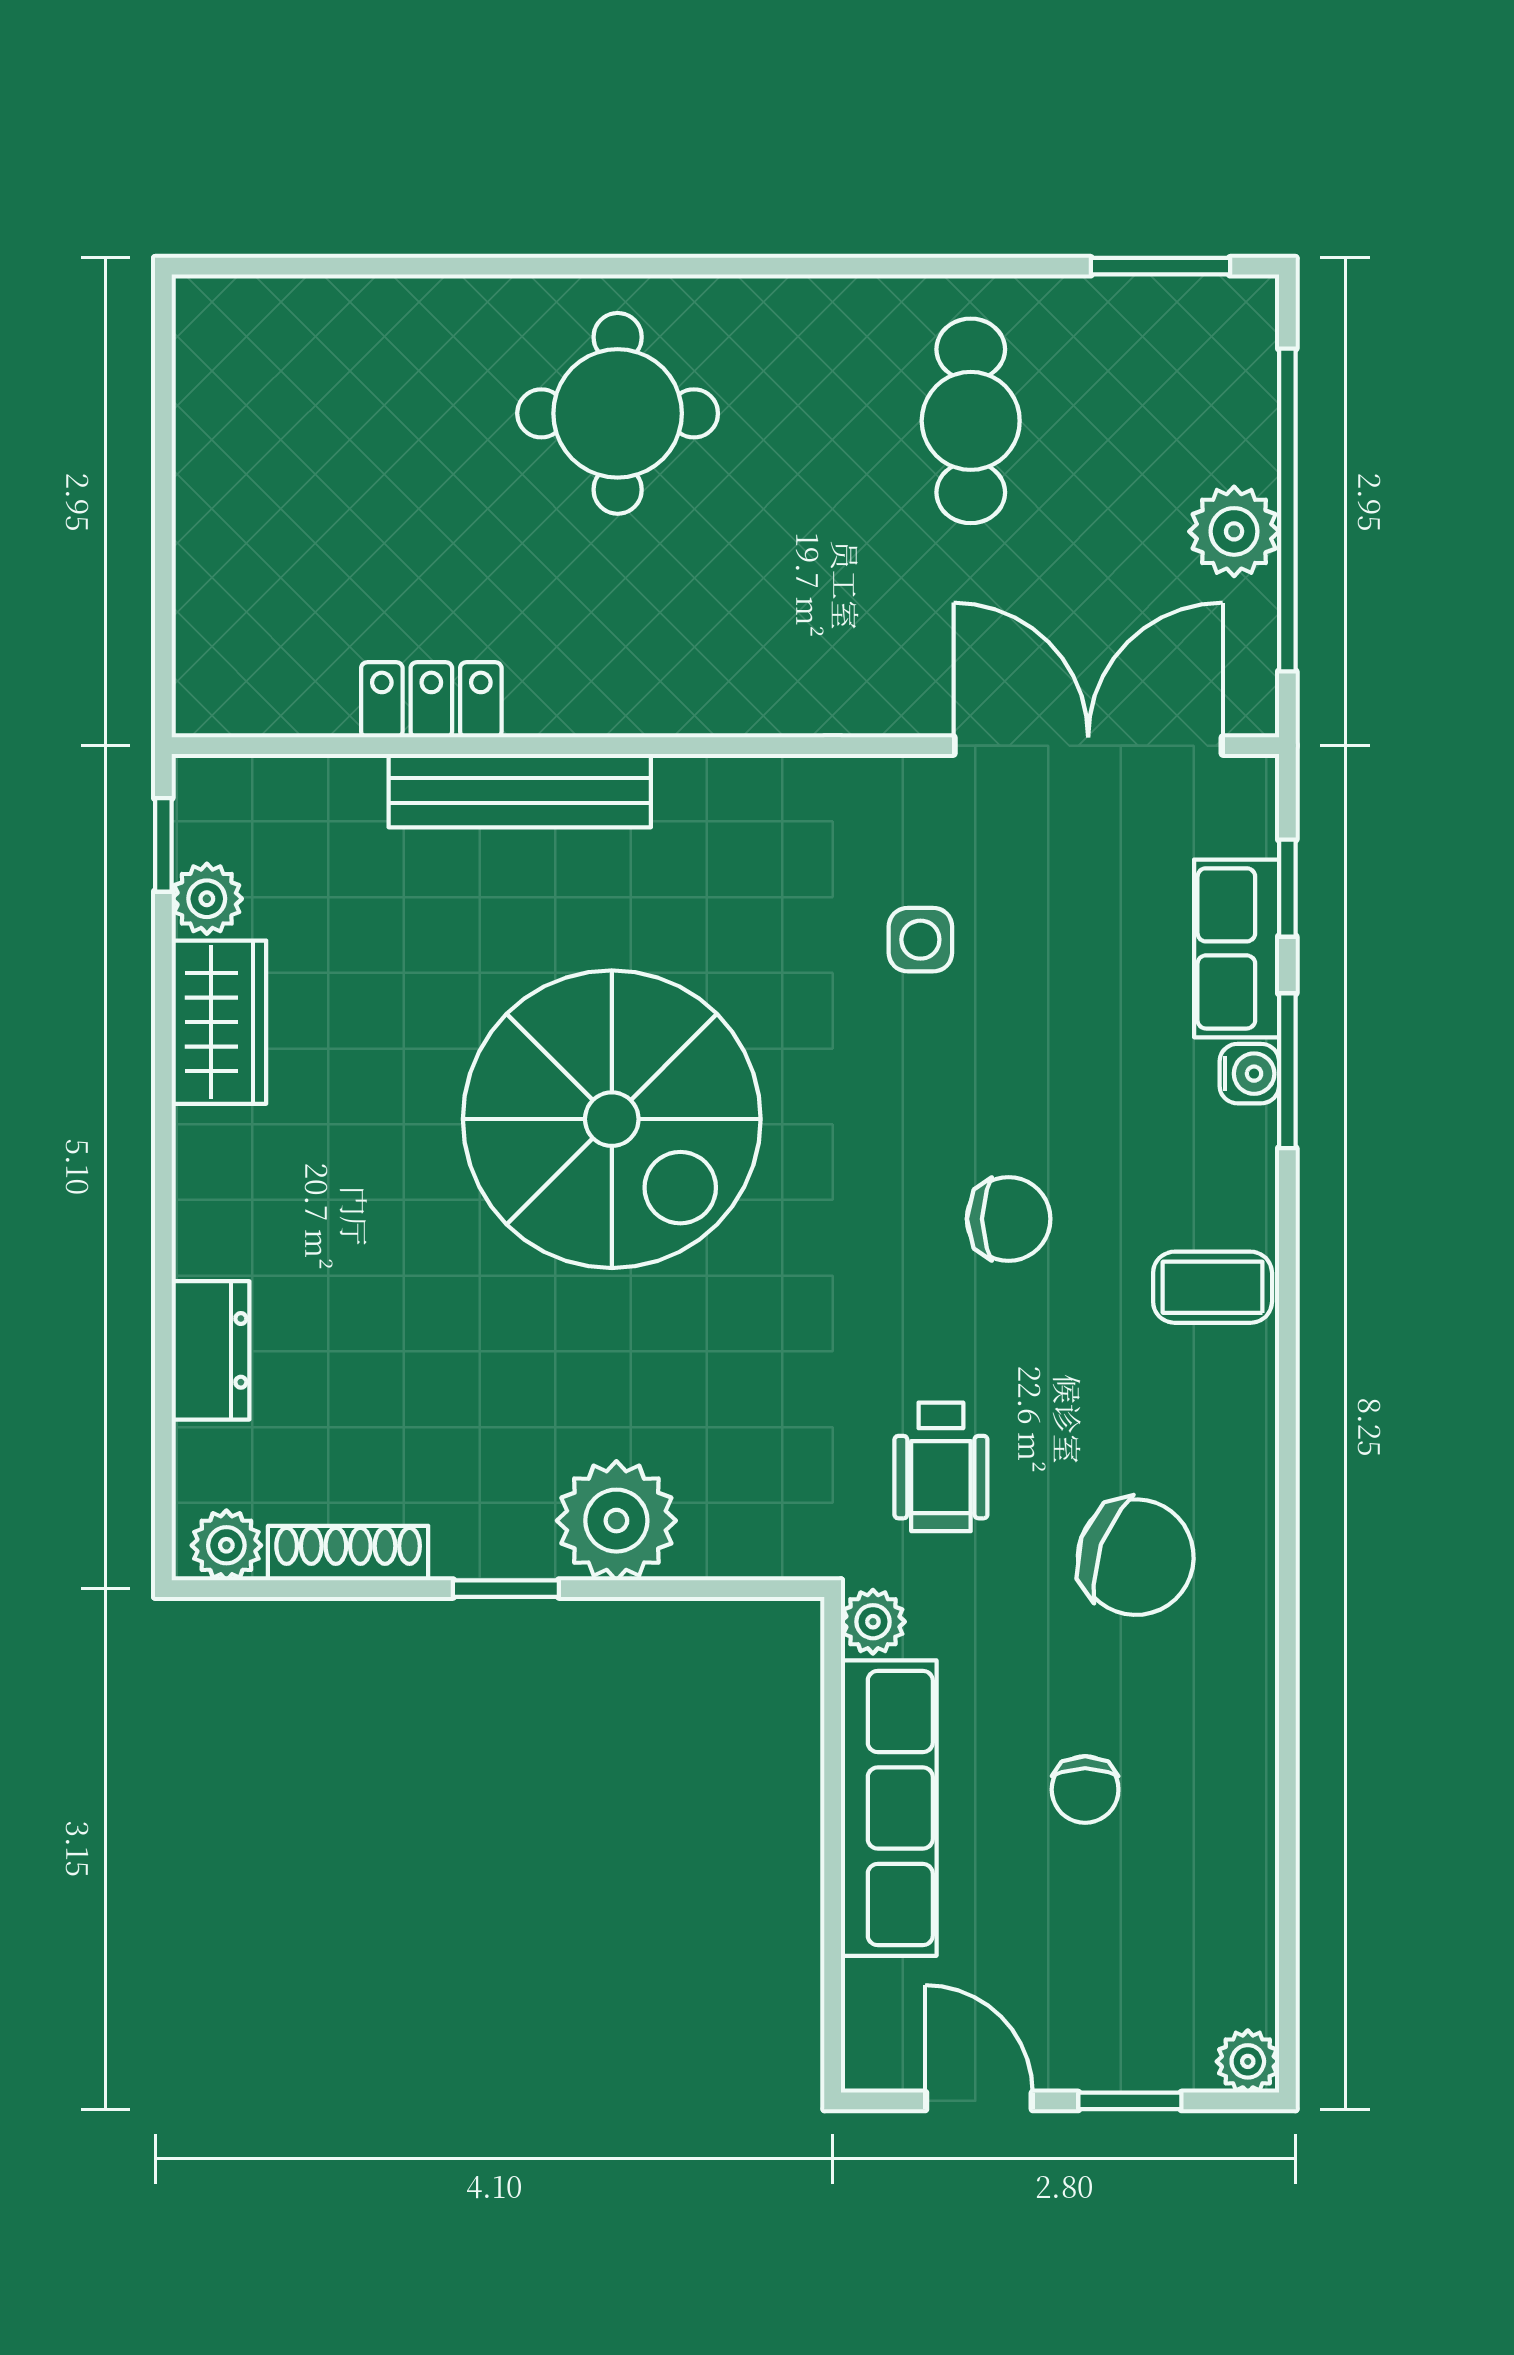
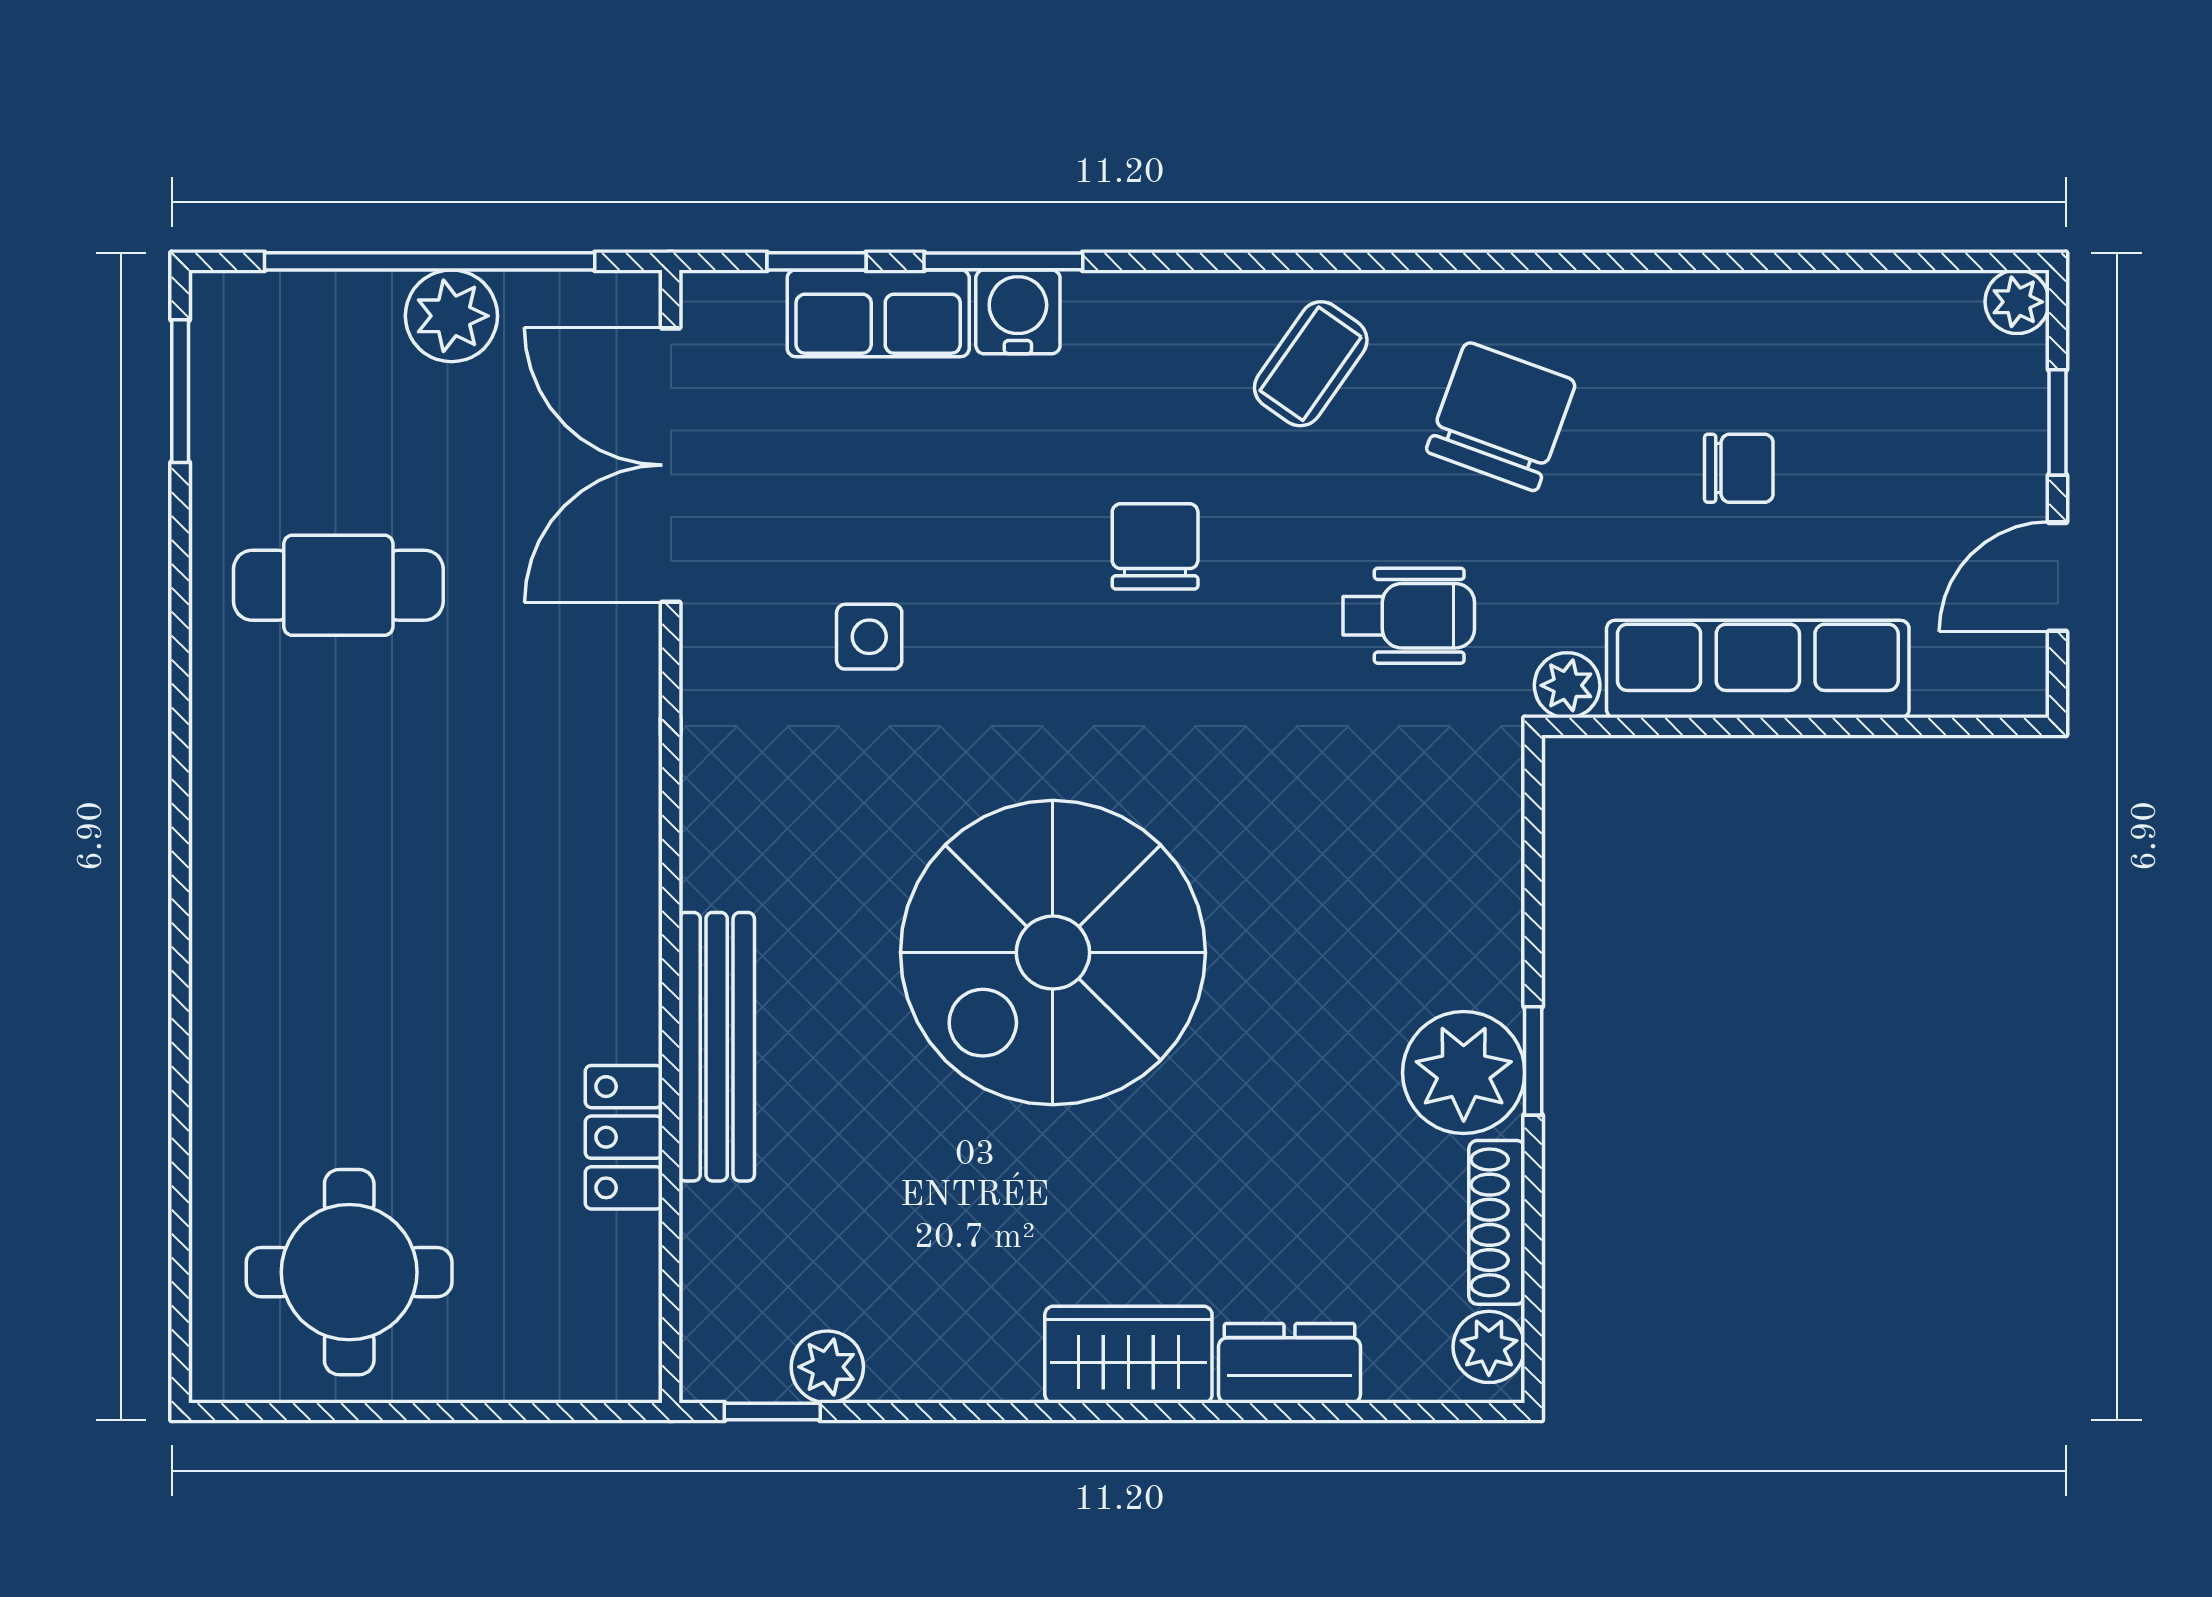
round table: (618, 413) -> (349, 1272), moved
wardrobe: (219, 1022) -> (1128, 1355), moved
water cooler: (1249, 1074) -> (1018, 312), width x1.38, depth x1.38
spiral stairs: (612, 1119) -> (1053, 953), turned 180
coffee table: (1213, 1287) -> (1311, 364), moved, turned 35
plant: (616, 1521) -> (1464, 1073), moved

